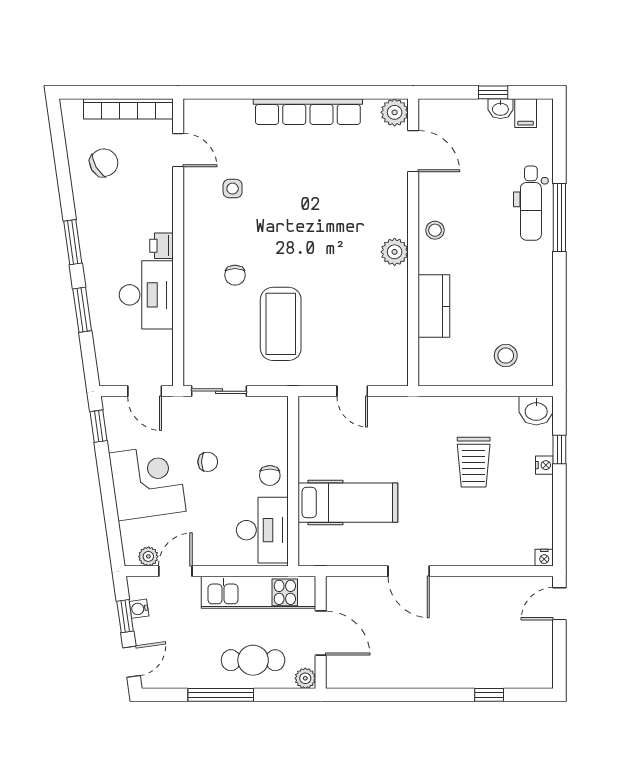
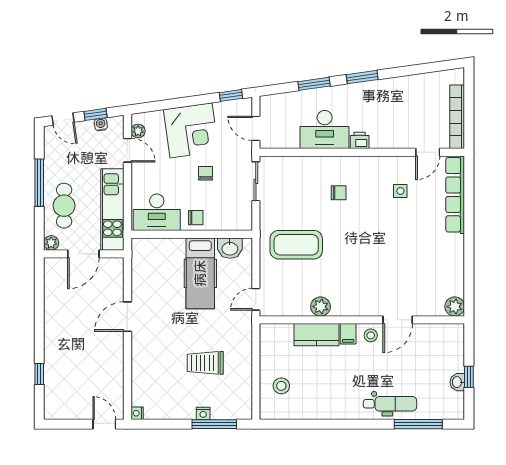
row of seats: (308, 112) -> (455, 195), moved
filing cabinet: (526, 113) -> (348, 334), moved, turned -90
door: (413, 151) -> (398, 320), moved
chair: (104, 163) -> (419, 99), removed
dental chair: (531, 203) -> (390, 404), turned 180
window: (559, 218) -> (418, 424), moved
plant: (395, 252) -> (321, 307), moved
chair: (235, 275) -> (339, 193), turned 180
coffee table: (281, 324) -> (296, 245), moved
door: (145, 391) -> (256, 128), hinge flipped
door: (352, 391) -> (256, 299), moved
washbasin: (536, 411) -> (230, 248), moved, turned -90
window: (559, 449) -> (214, 424), width x2.17
chair: (208, 462) -> (205, 173), turned 180
chair: (270, 476) -> (196, 218), turned 180
hospital bed: (348, 503) -> (200, 273), moved

